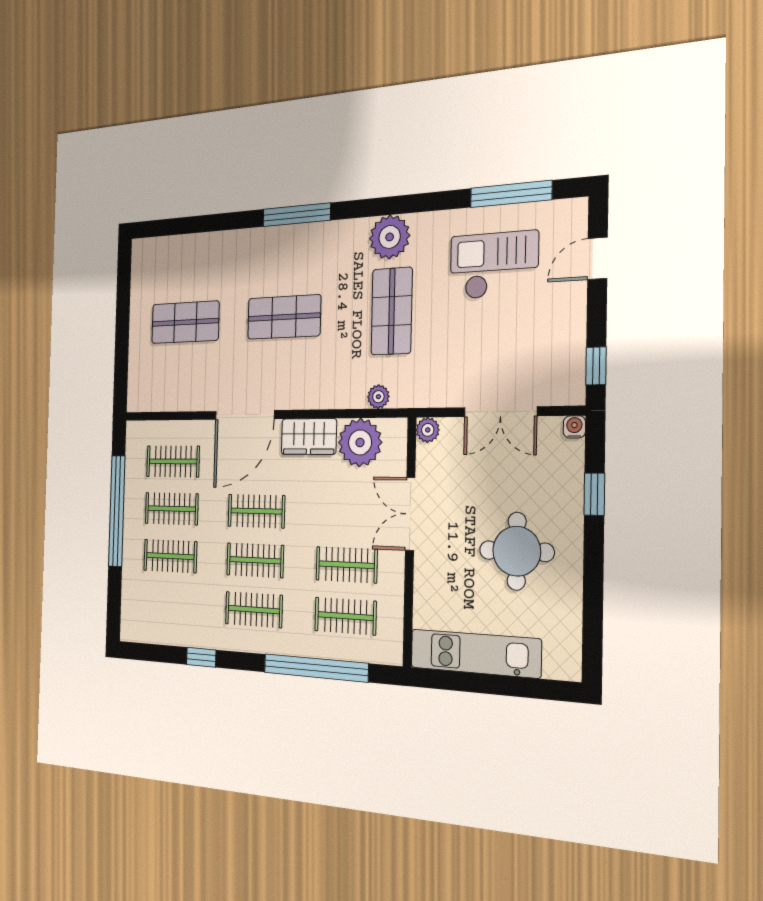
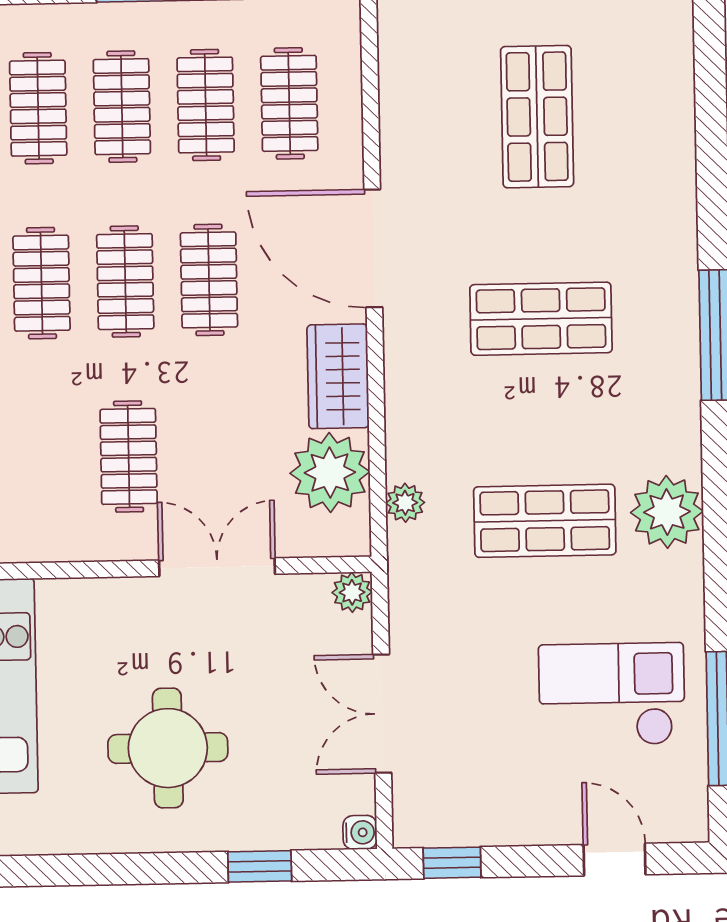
checkout: (494, 265) -> (612, 695), turned -90
shop shelf: (284, 317) -> (541, 319), turned 90
clothes rail: (345, 616) -> (38, 108), moved

